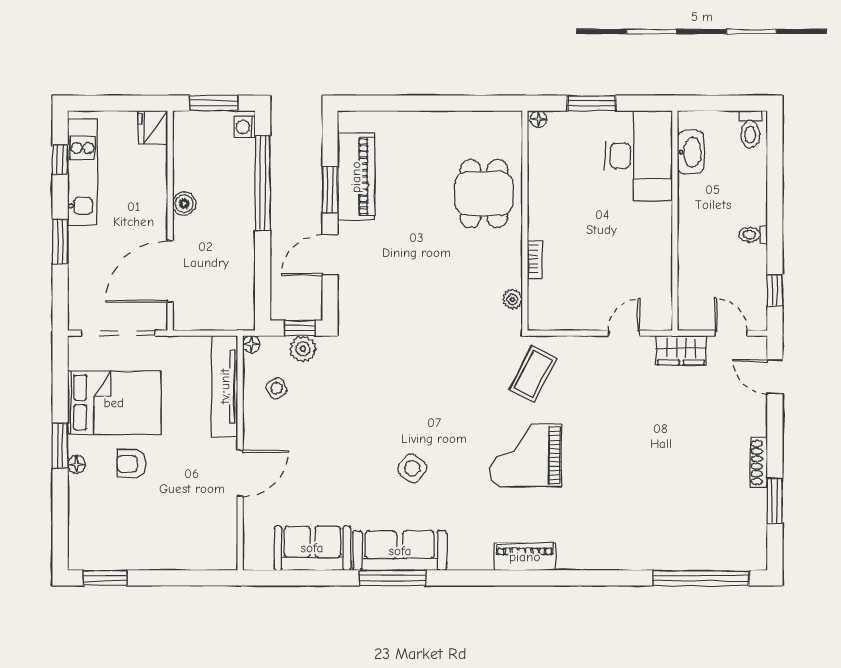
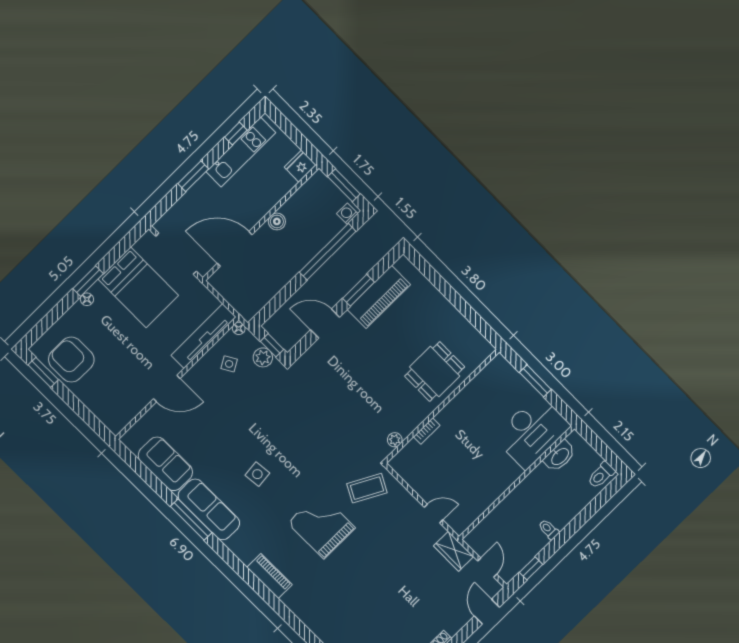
floor lamp: (538, 119) -> (501, 362), removed
armchair: (131, 464) -> (71, 360), moved, width x1.88, depth x1.88
side table: (412, 468) -> (257, 474), turned 45

